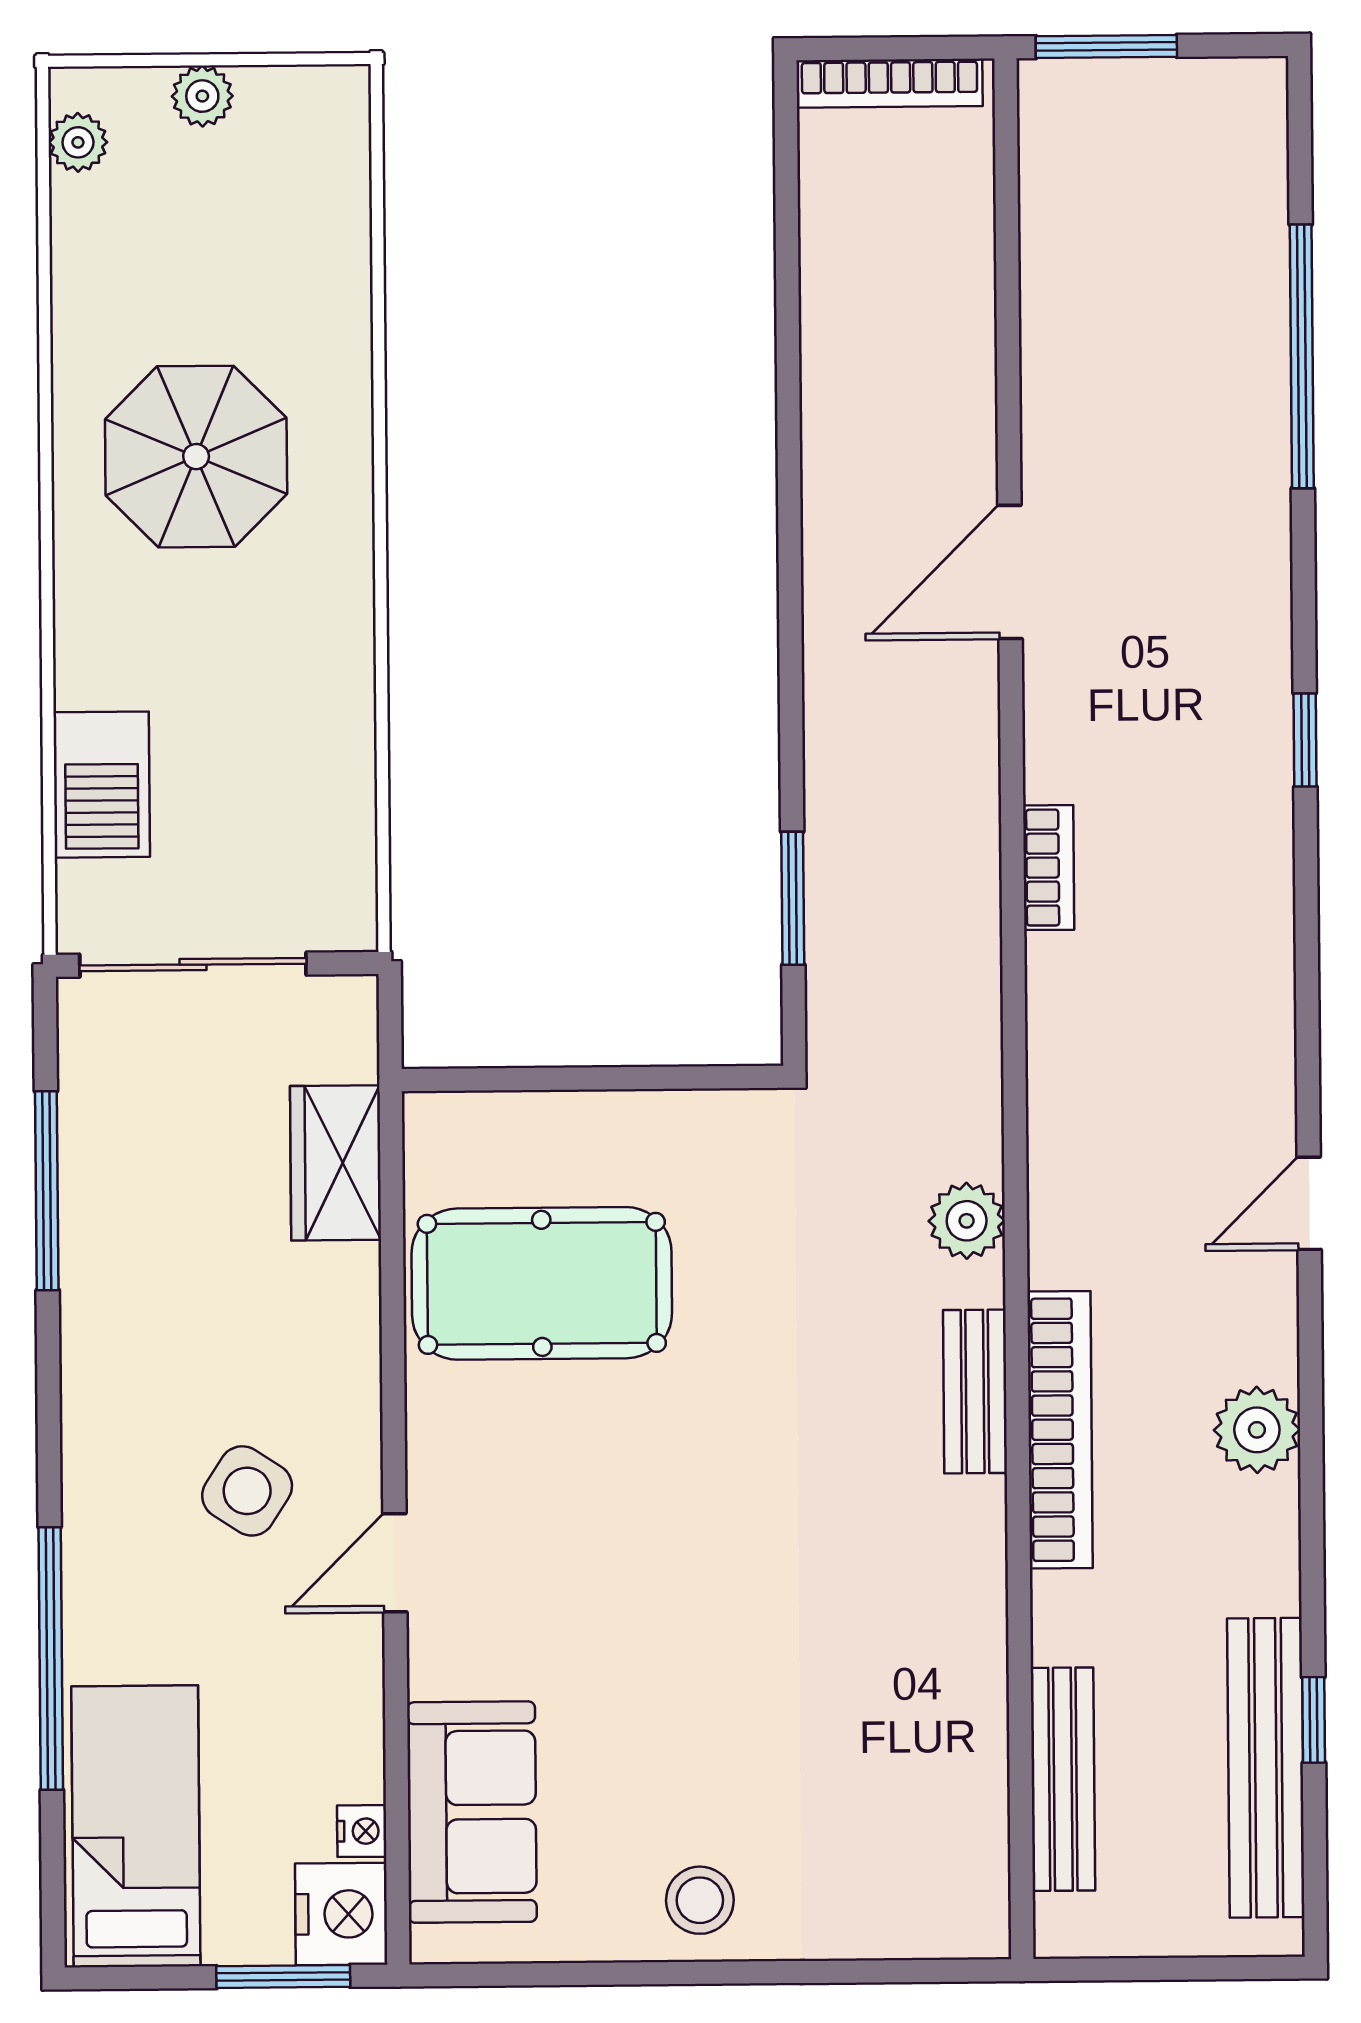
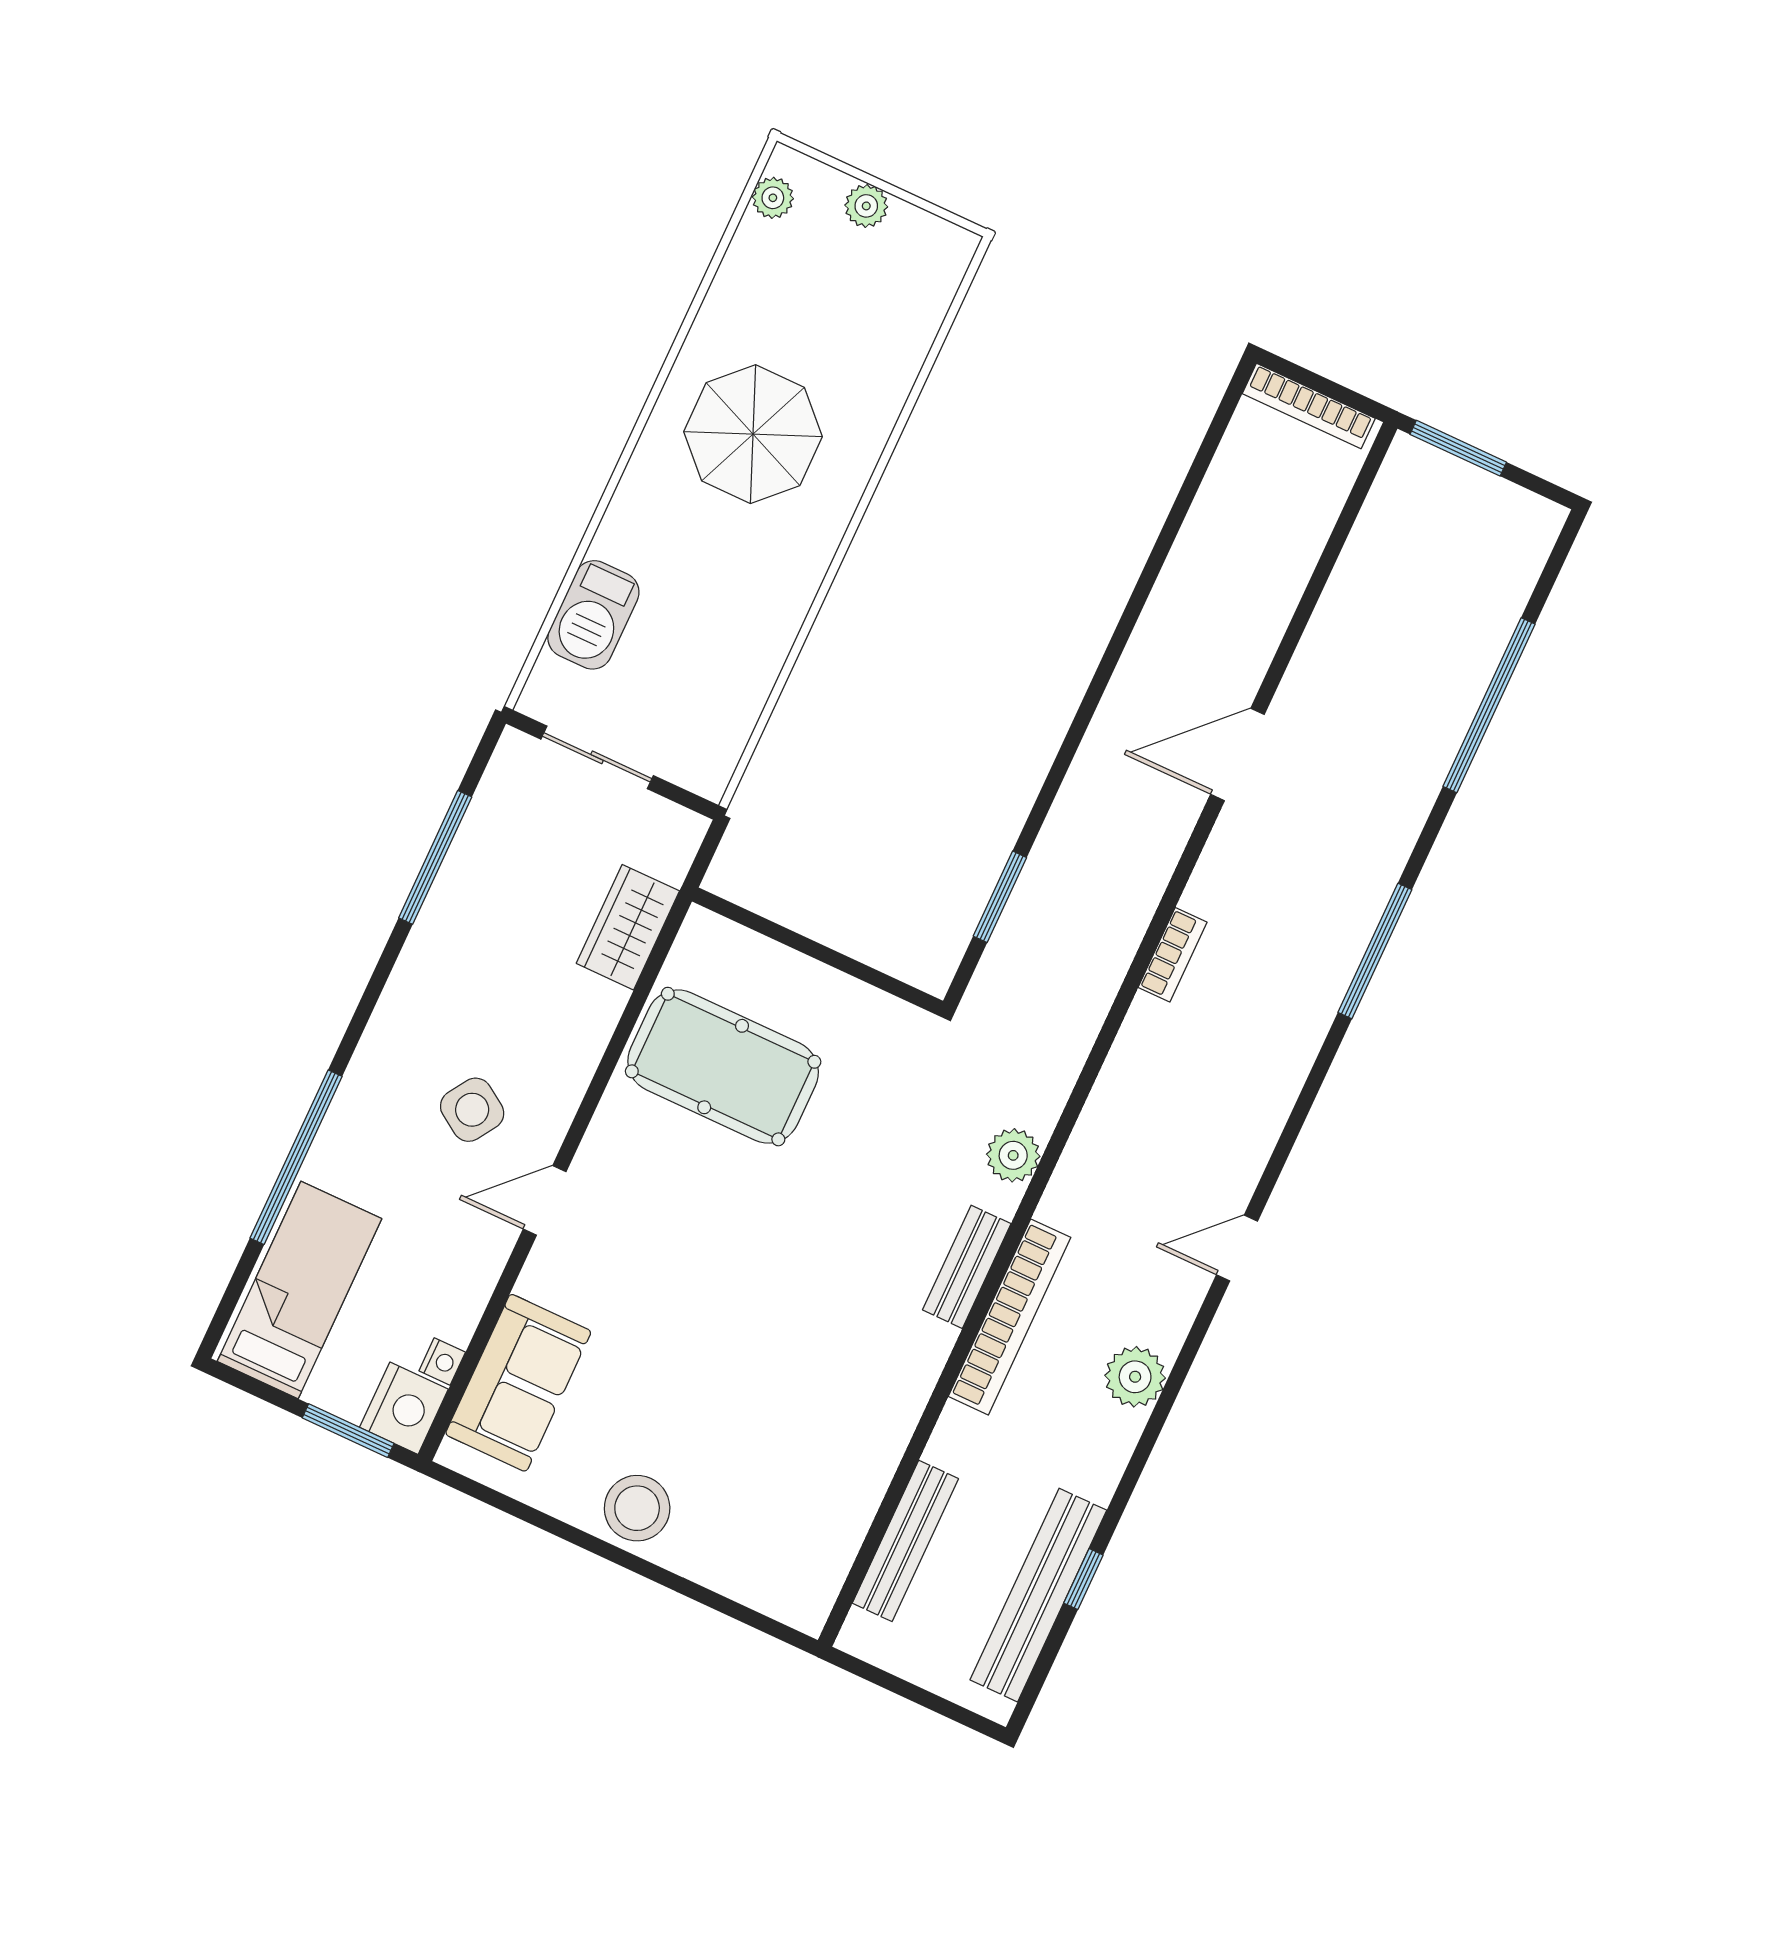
window: (1305, 740) -> (1375, 951), width x2.17
sliding door: (193, 965) -> (597, 757), width x0.73
stool: (700, 1900) -> (637, 1508), width x1.38, depth x1.38

